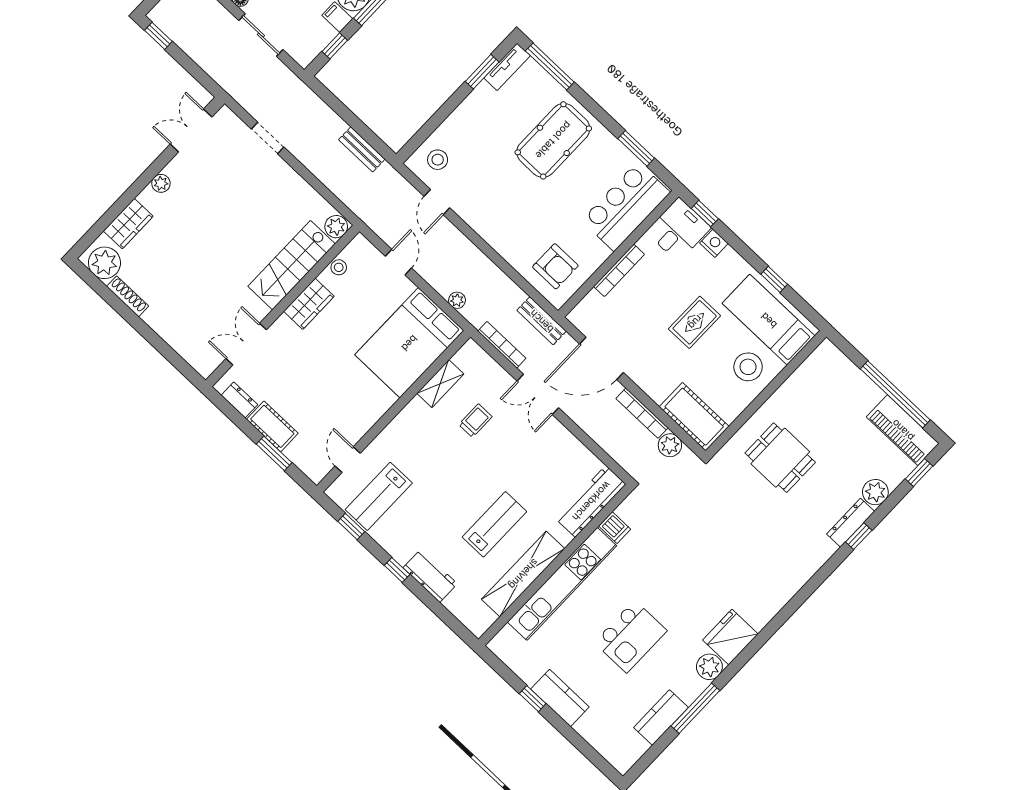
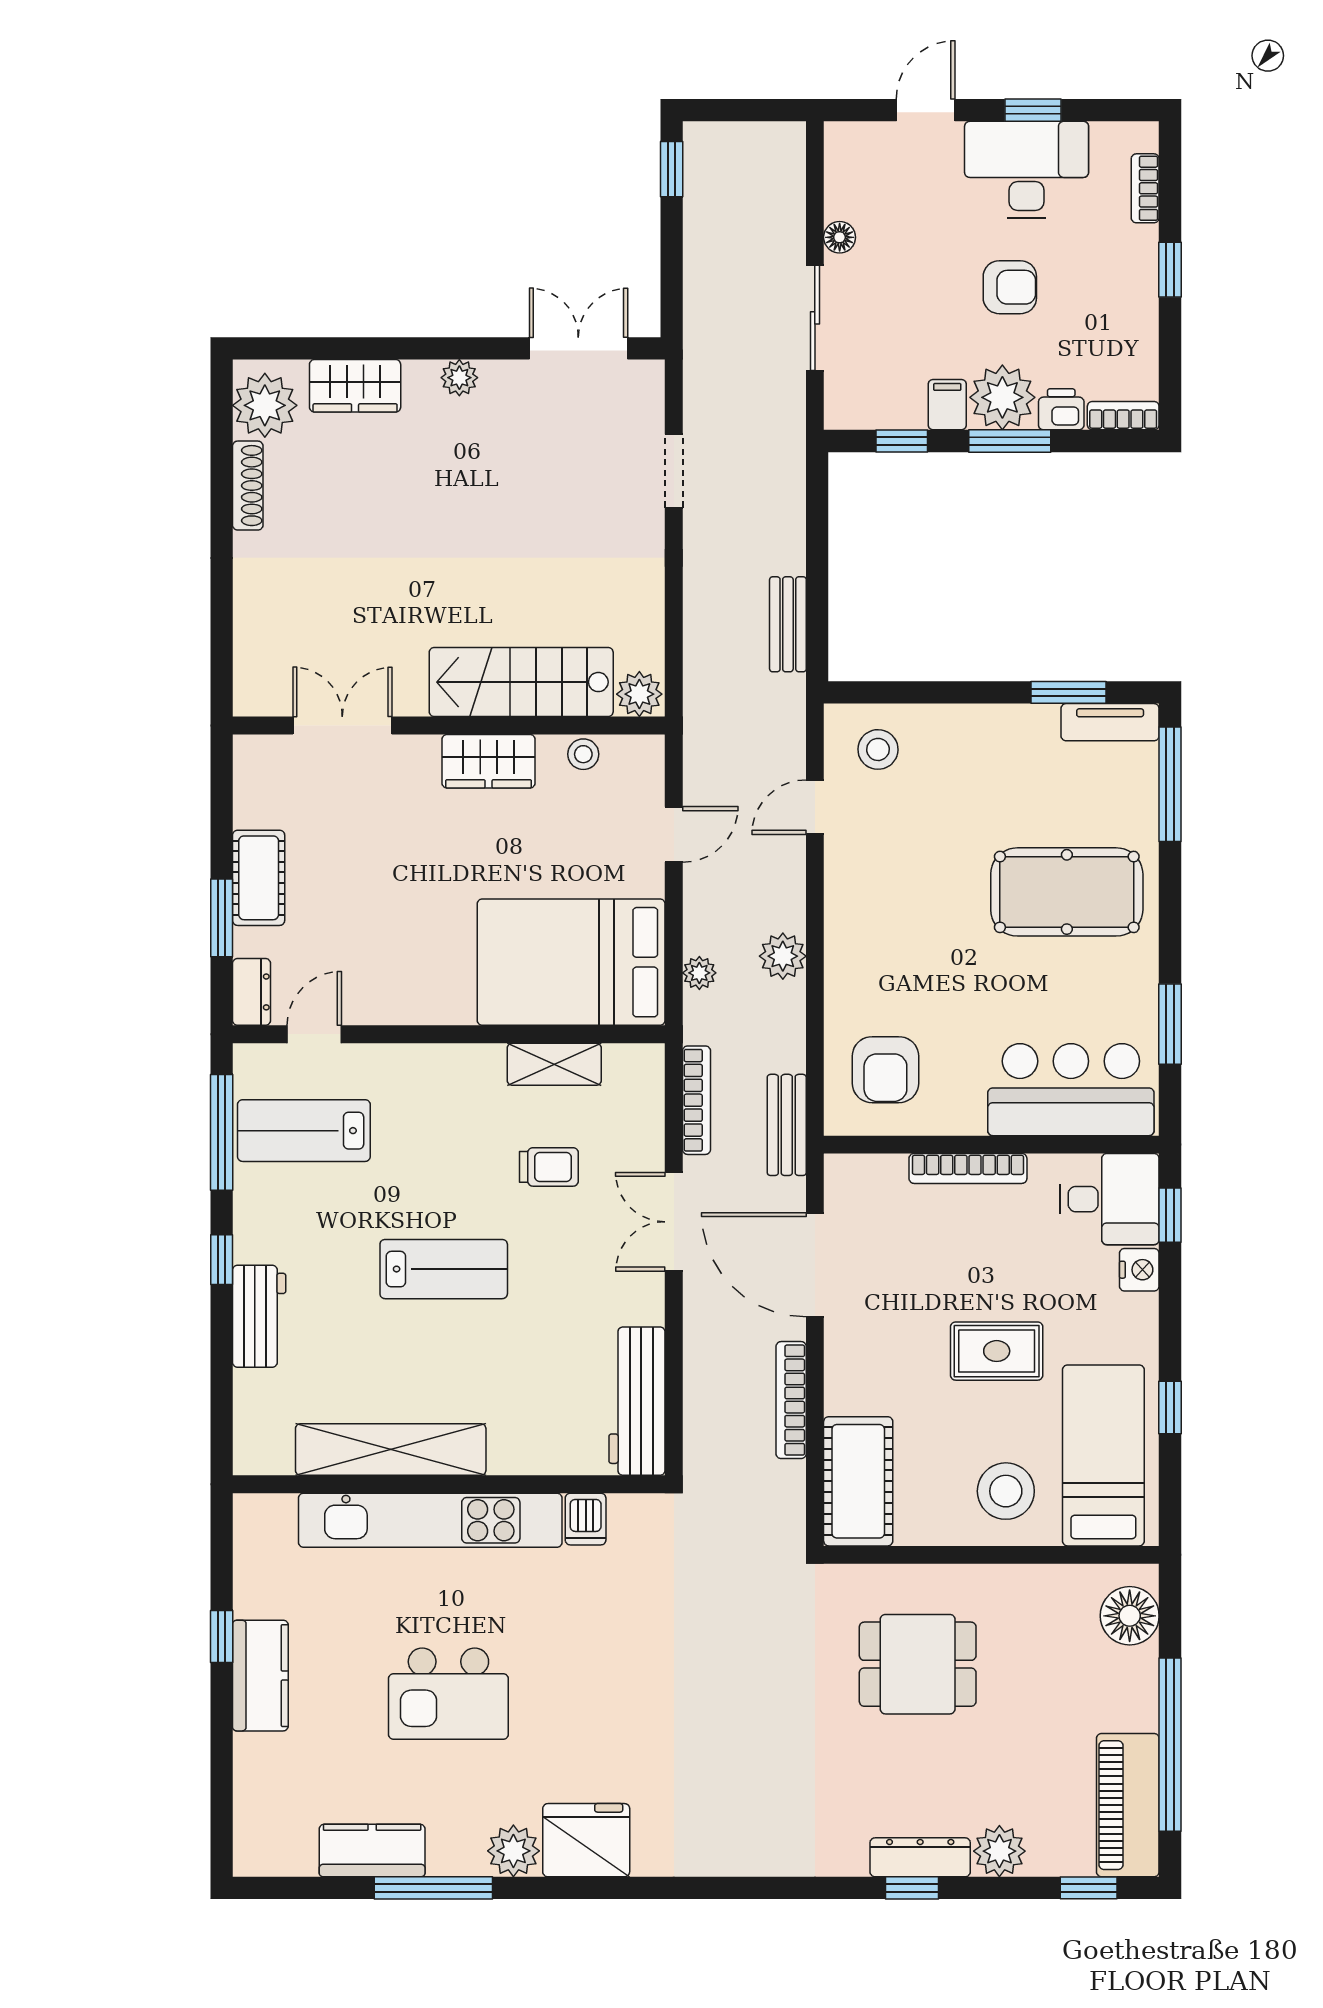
floor lamp: (835, 365) -> (1130, 1616), added
dresser: (239, 400) -> (252, 992), moved
plant: (670, 445) -> (783, 956), moved
dining table: (780, 458) -> (918, 1664), turned 90
workbench: (591, 501) -> (637, 1401), moved, turned -90
lab bench: (494, 524) -> (444, 1269), moved
window: (351, 527) -> (222, 1132), width x2.17

